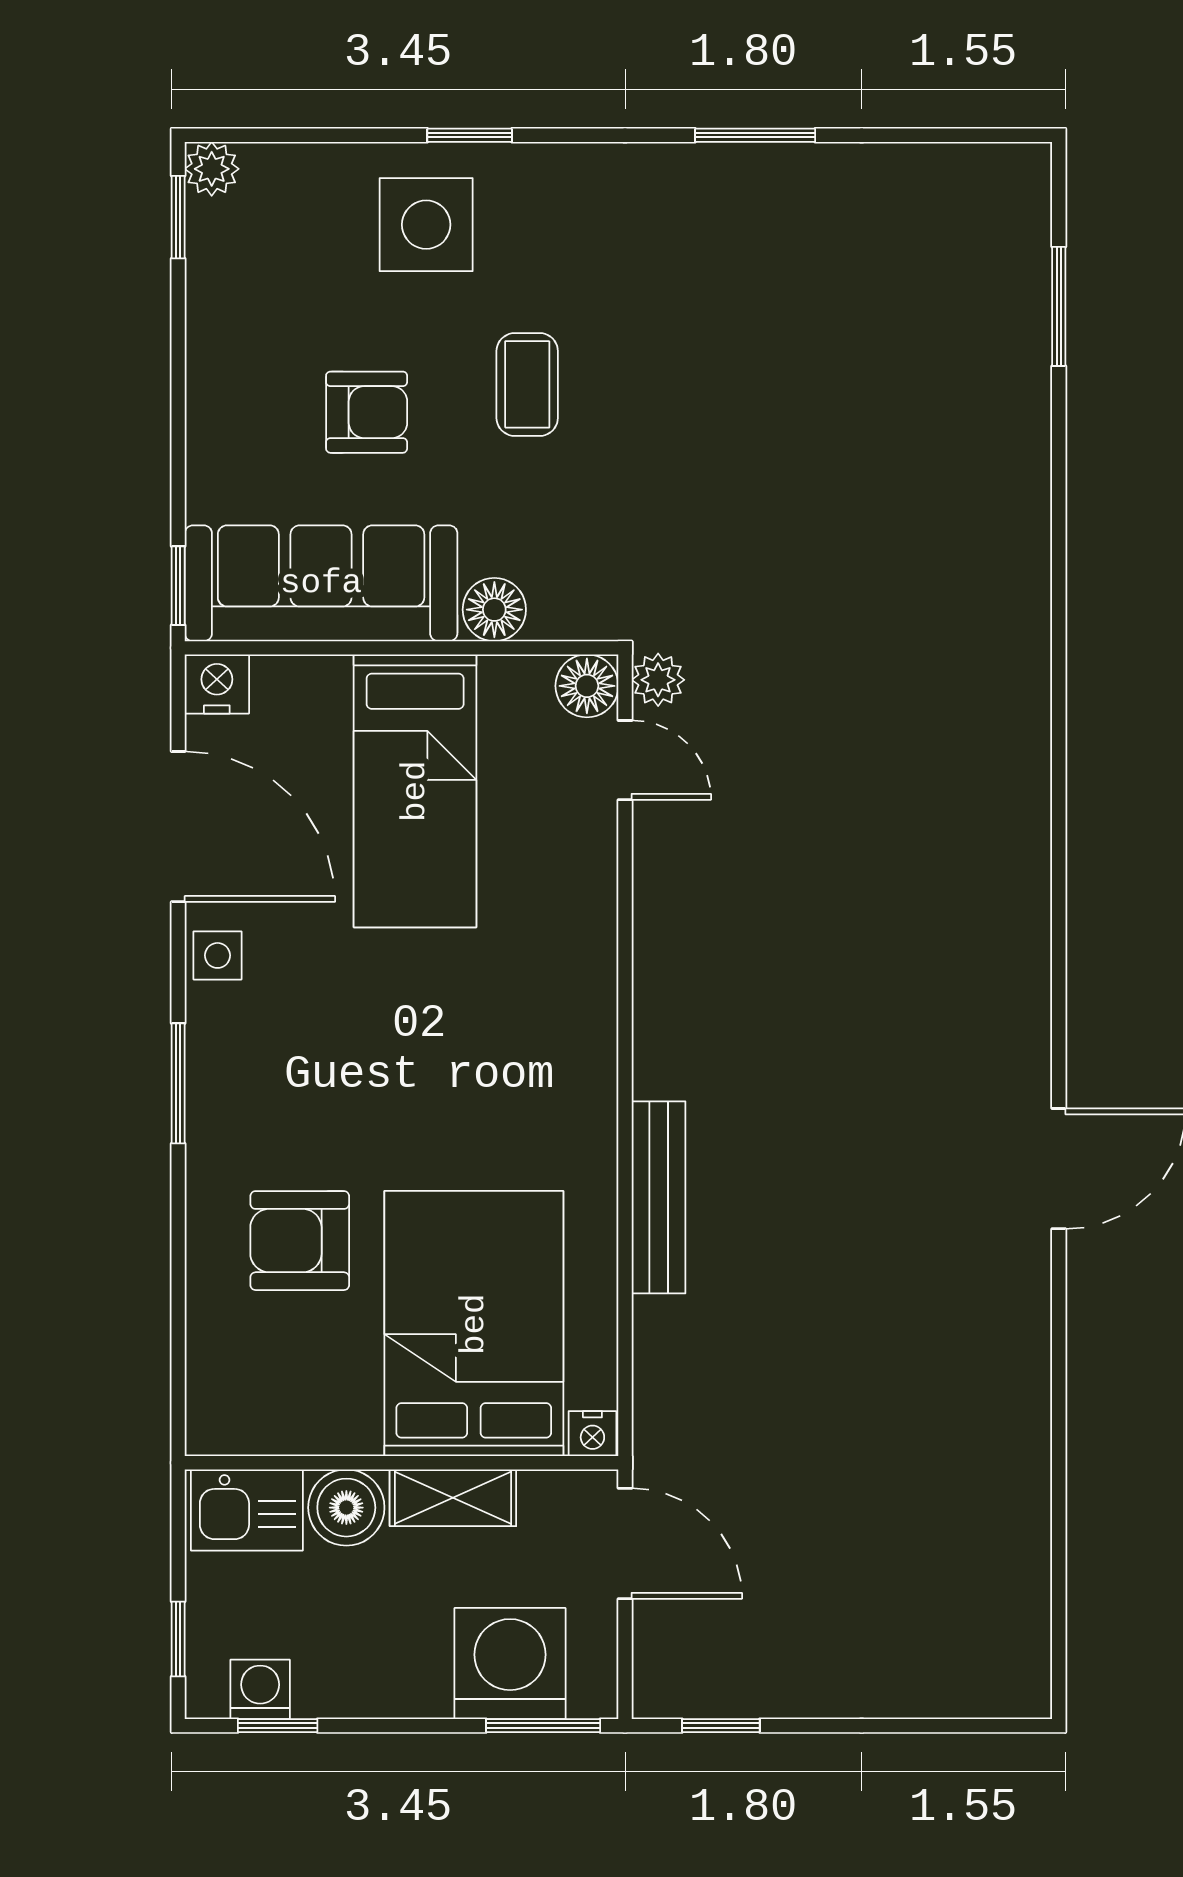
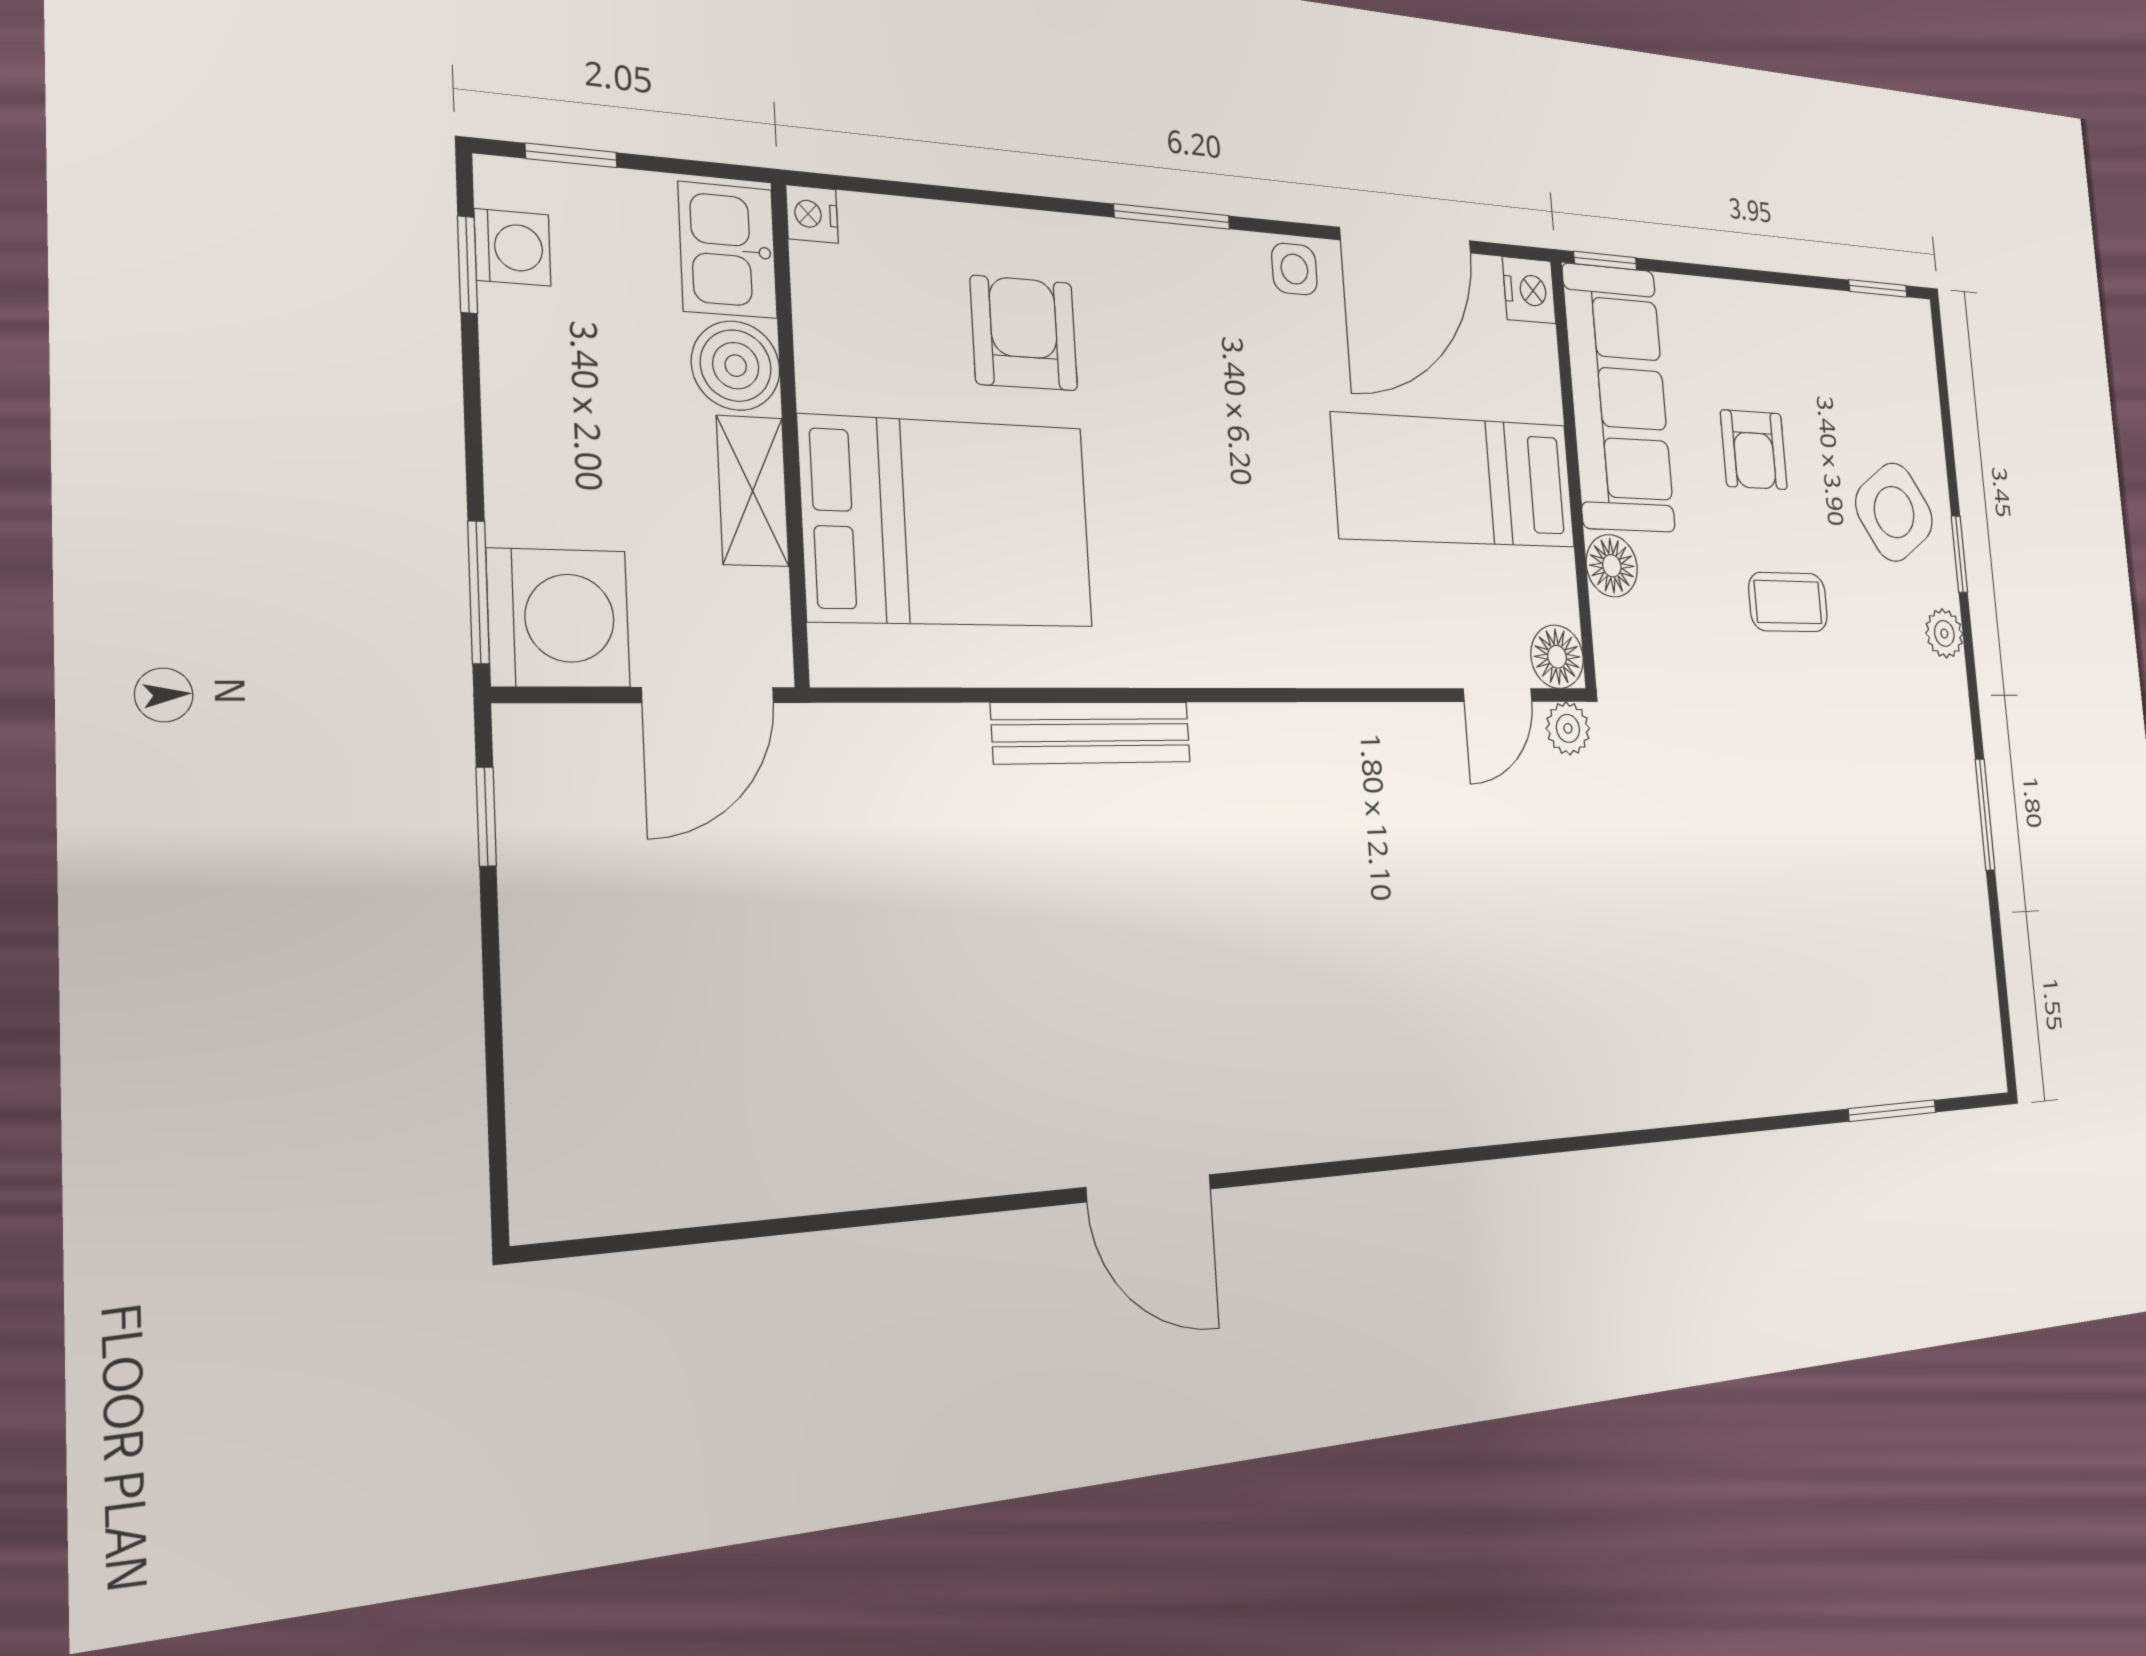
plant: (212, 169) -> (1944, 633), moved
side table: (426, 225) -> (1894, 512), turned -34
nightstand: (592, 1434) -> (812, 214), moved
washing machine: (510, 1664) -> (559, 618), moved

